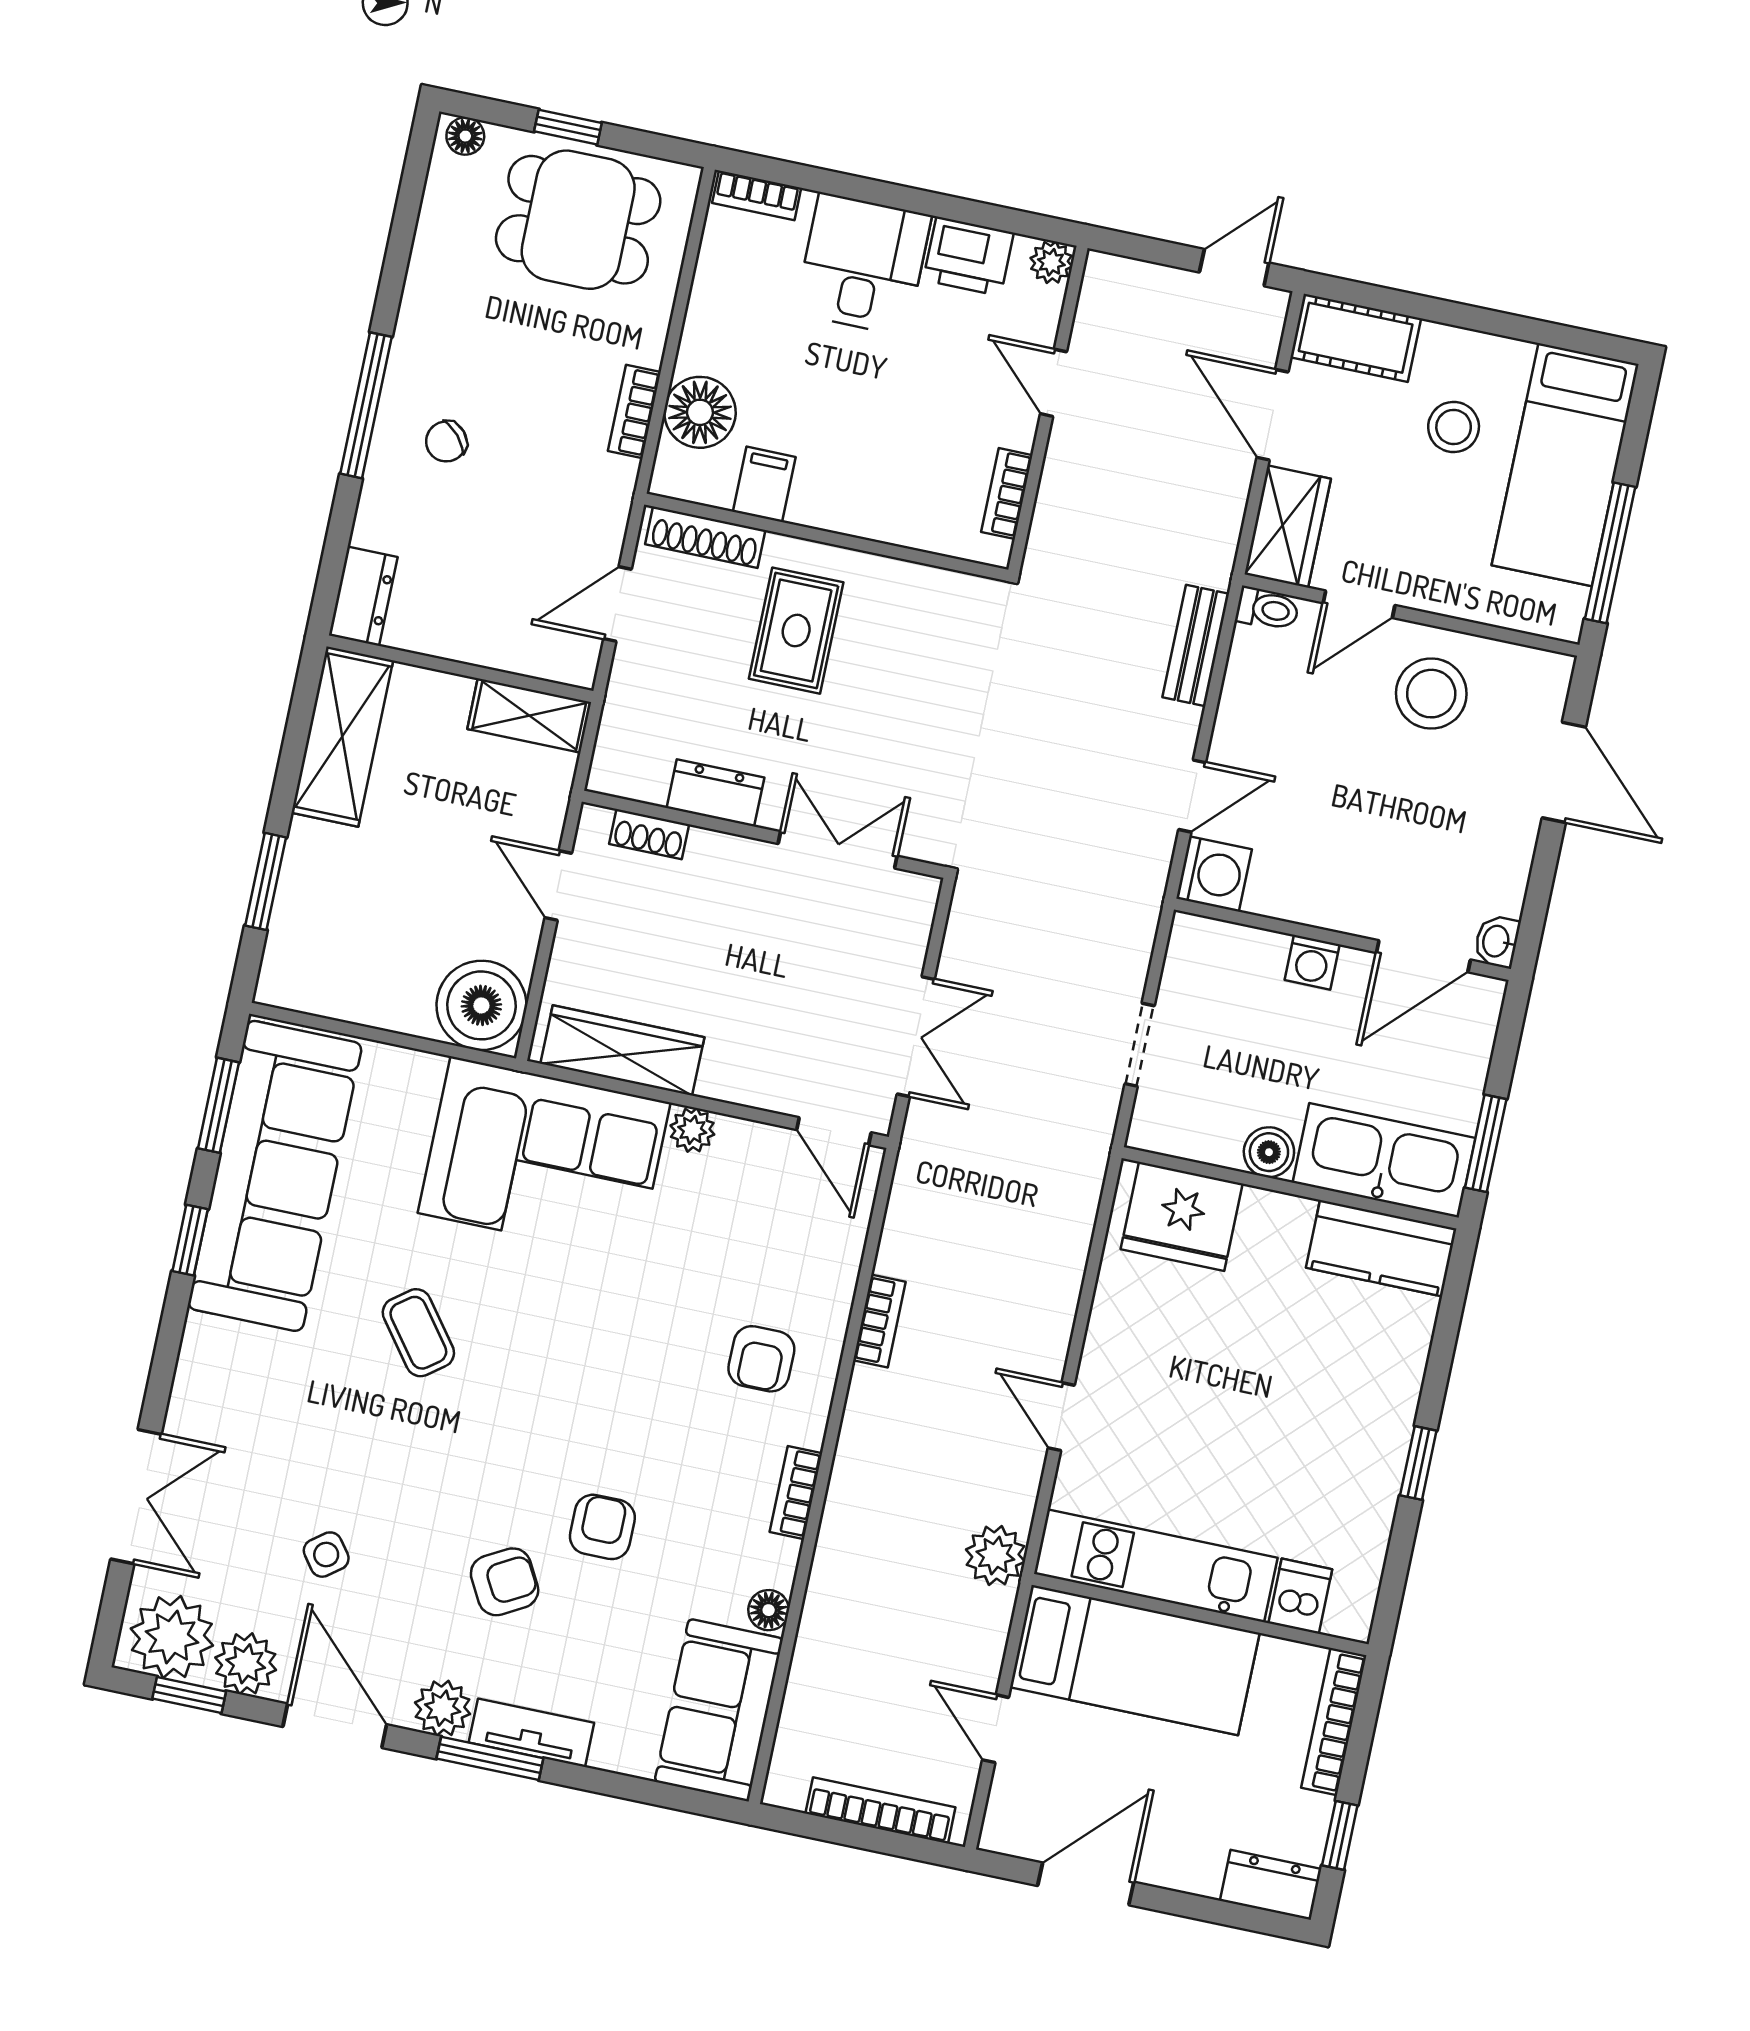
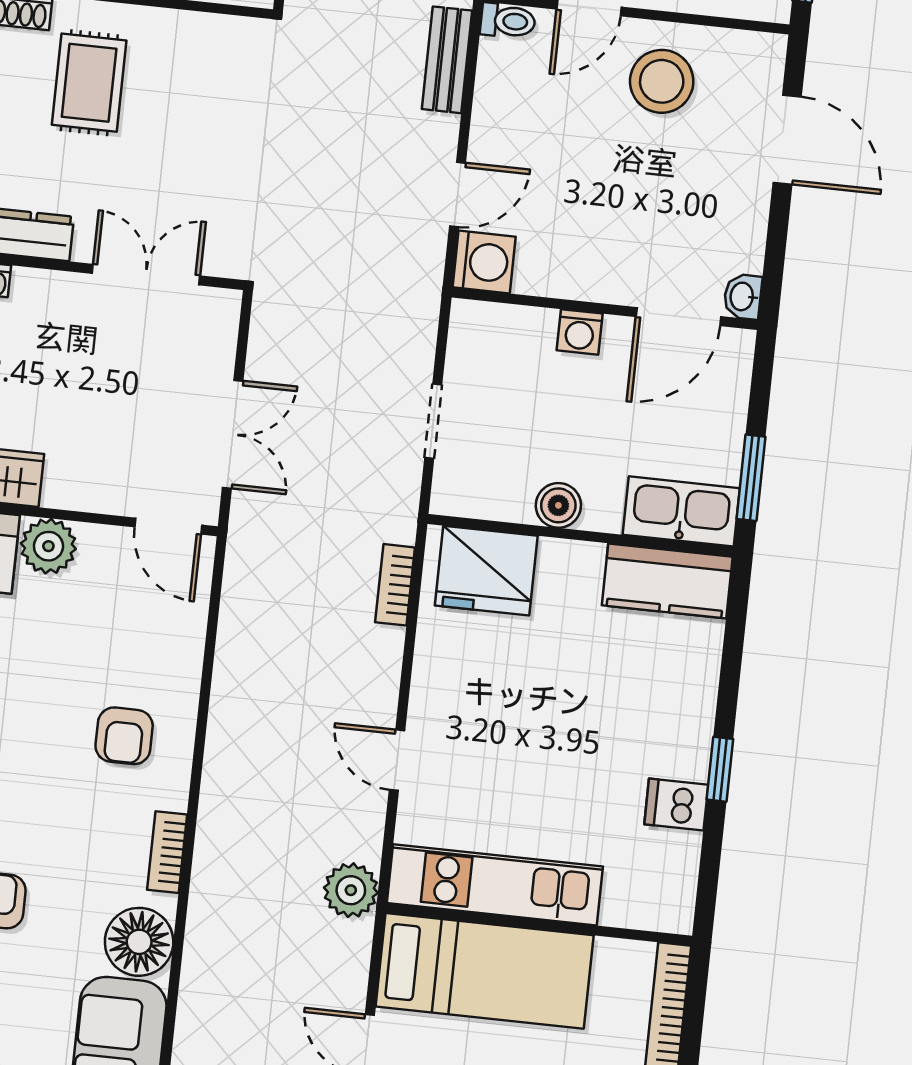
plant: (692, 1130) -> (48, 546), width x1.38, depth x1.38
kitchen sink: (1384, 1160) -> (681, 511), width x0.73, depth x0.81
bookcase: (879, 1321) -> (395, 585), moved, turned 180
dishwasher: (1300, 1596) -> (676, 805), moved, turned -90
floor lamp: (769, 1610) -> (139, 942), width x1.89, depth x1.89

